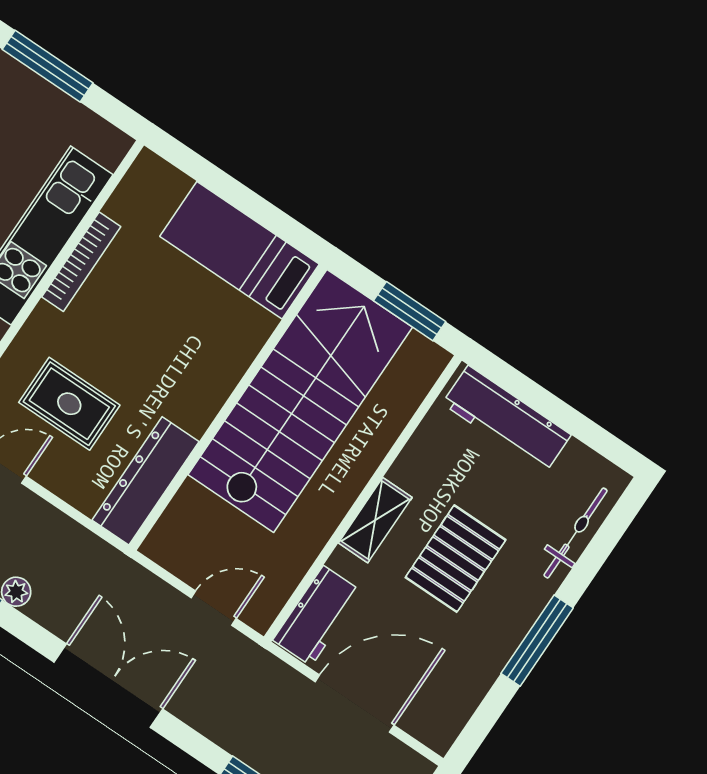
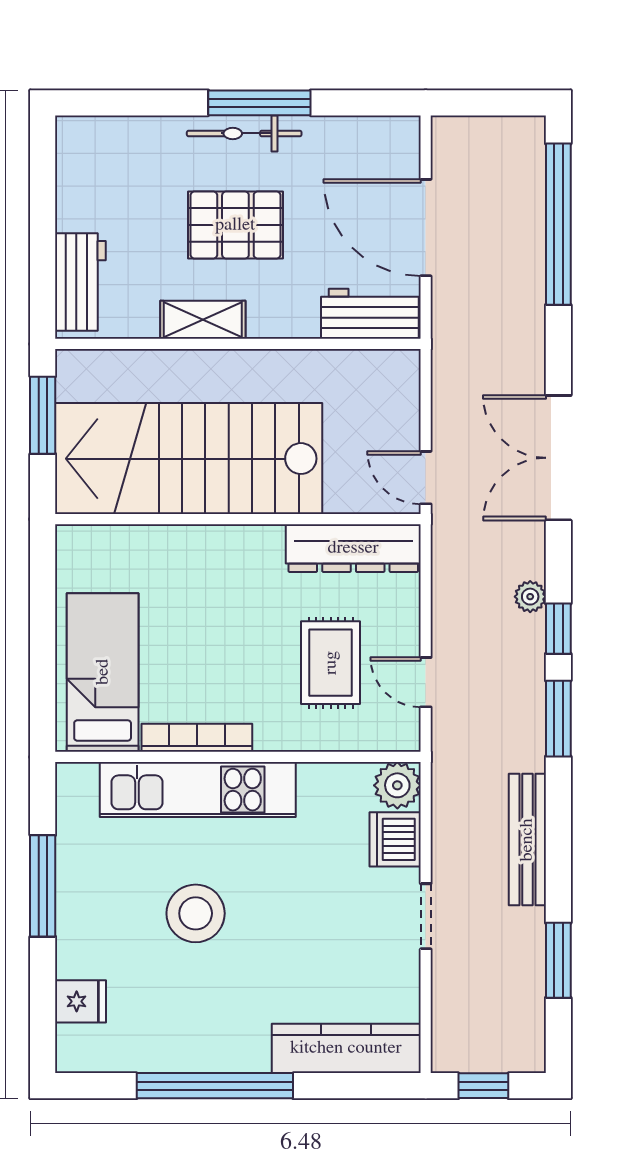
bed: (240, 250) -> (103, 672), moved, turned 180
workbench: (507, 419) -> (80, 282), width x0.73
shelving: (375, 520) -> (203, 320), moved
bicycle: (576, 533) -> (244, 133), moved
door: (214, 608) -> (426, 478), moved

